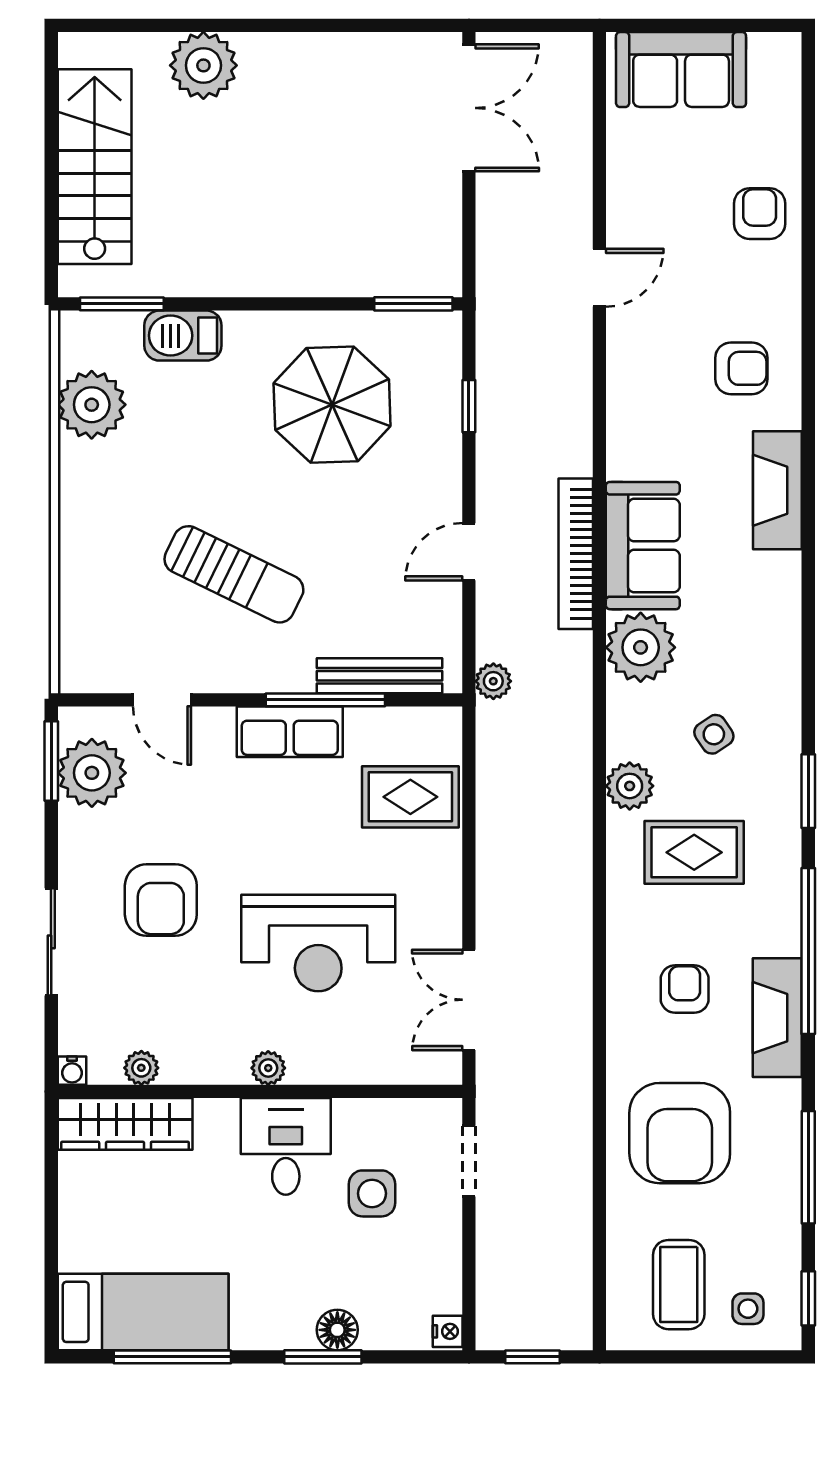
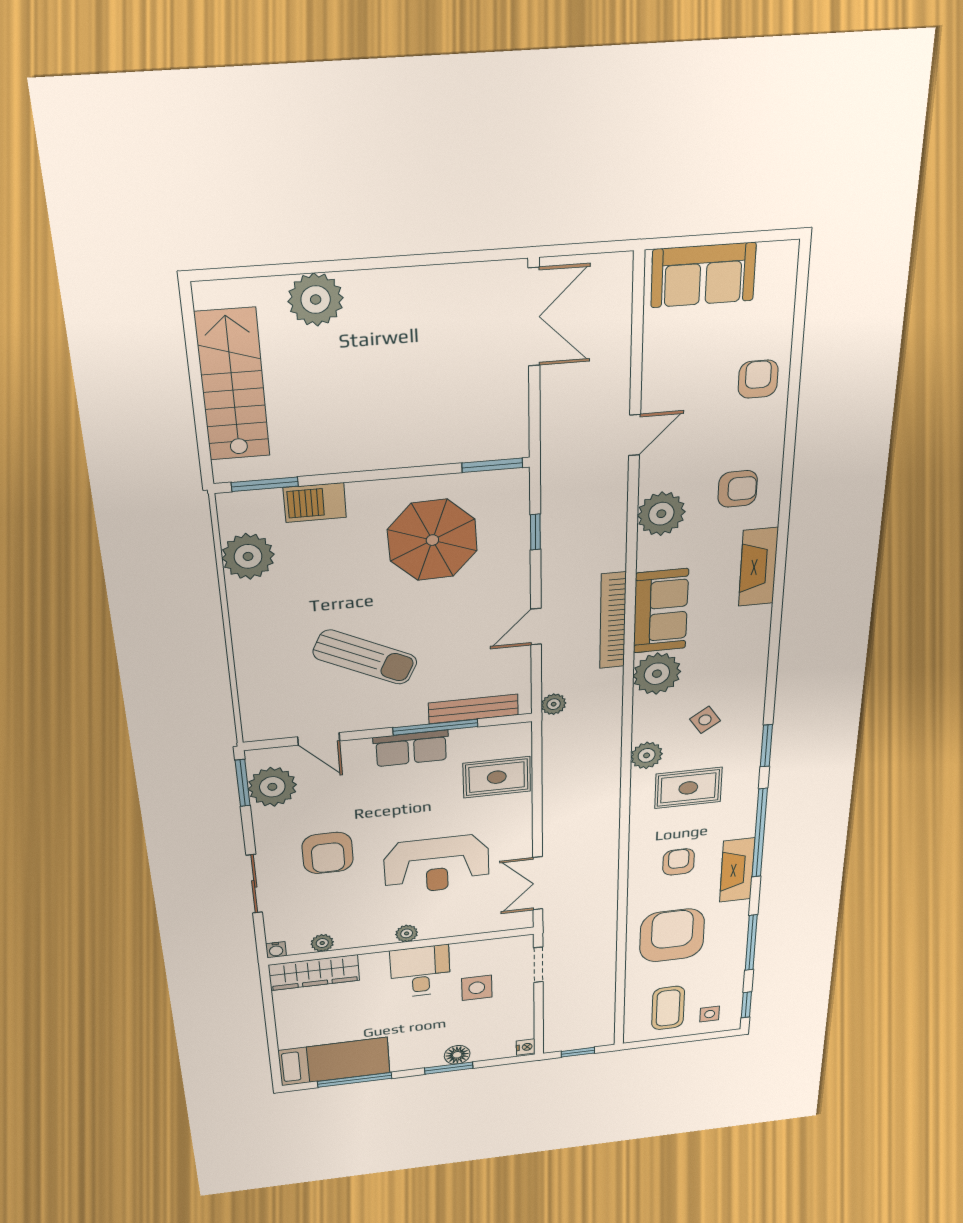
plant: (639, 395) -> (661, 514), added
armchair: (680, 1133) -> (672, 935), turned 180

